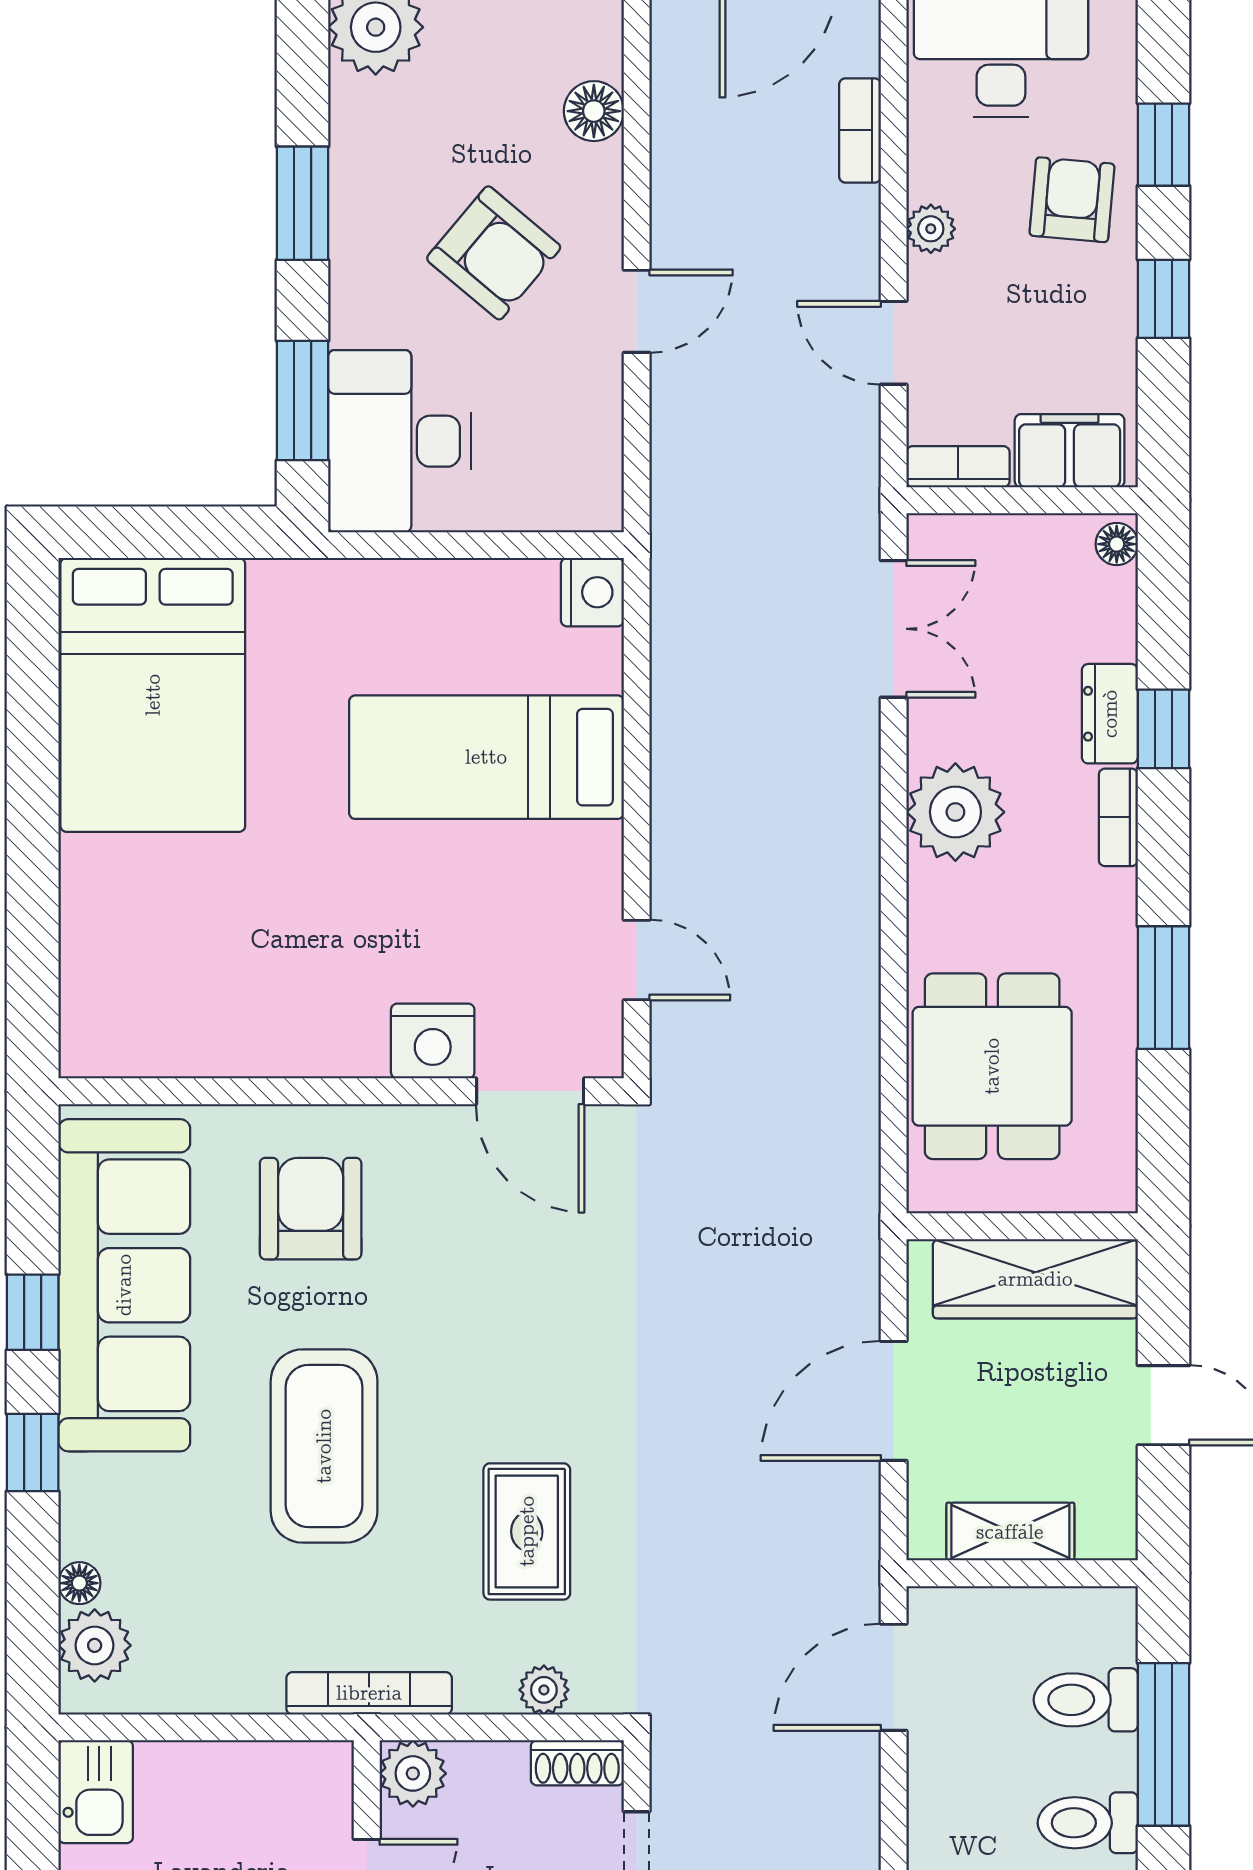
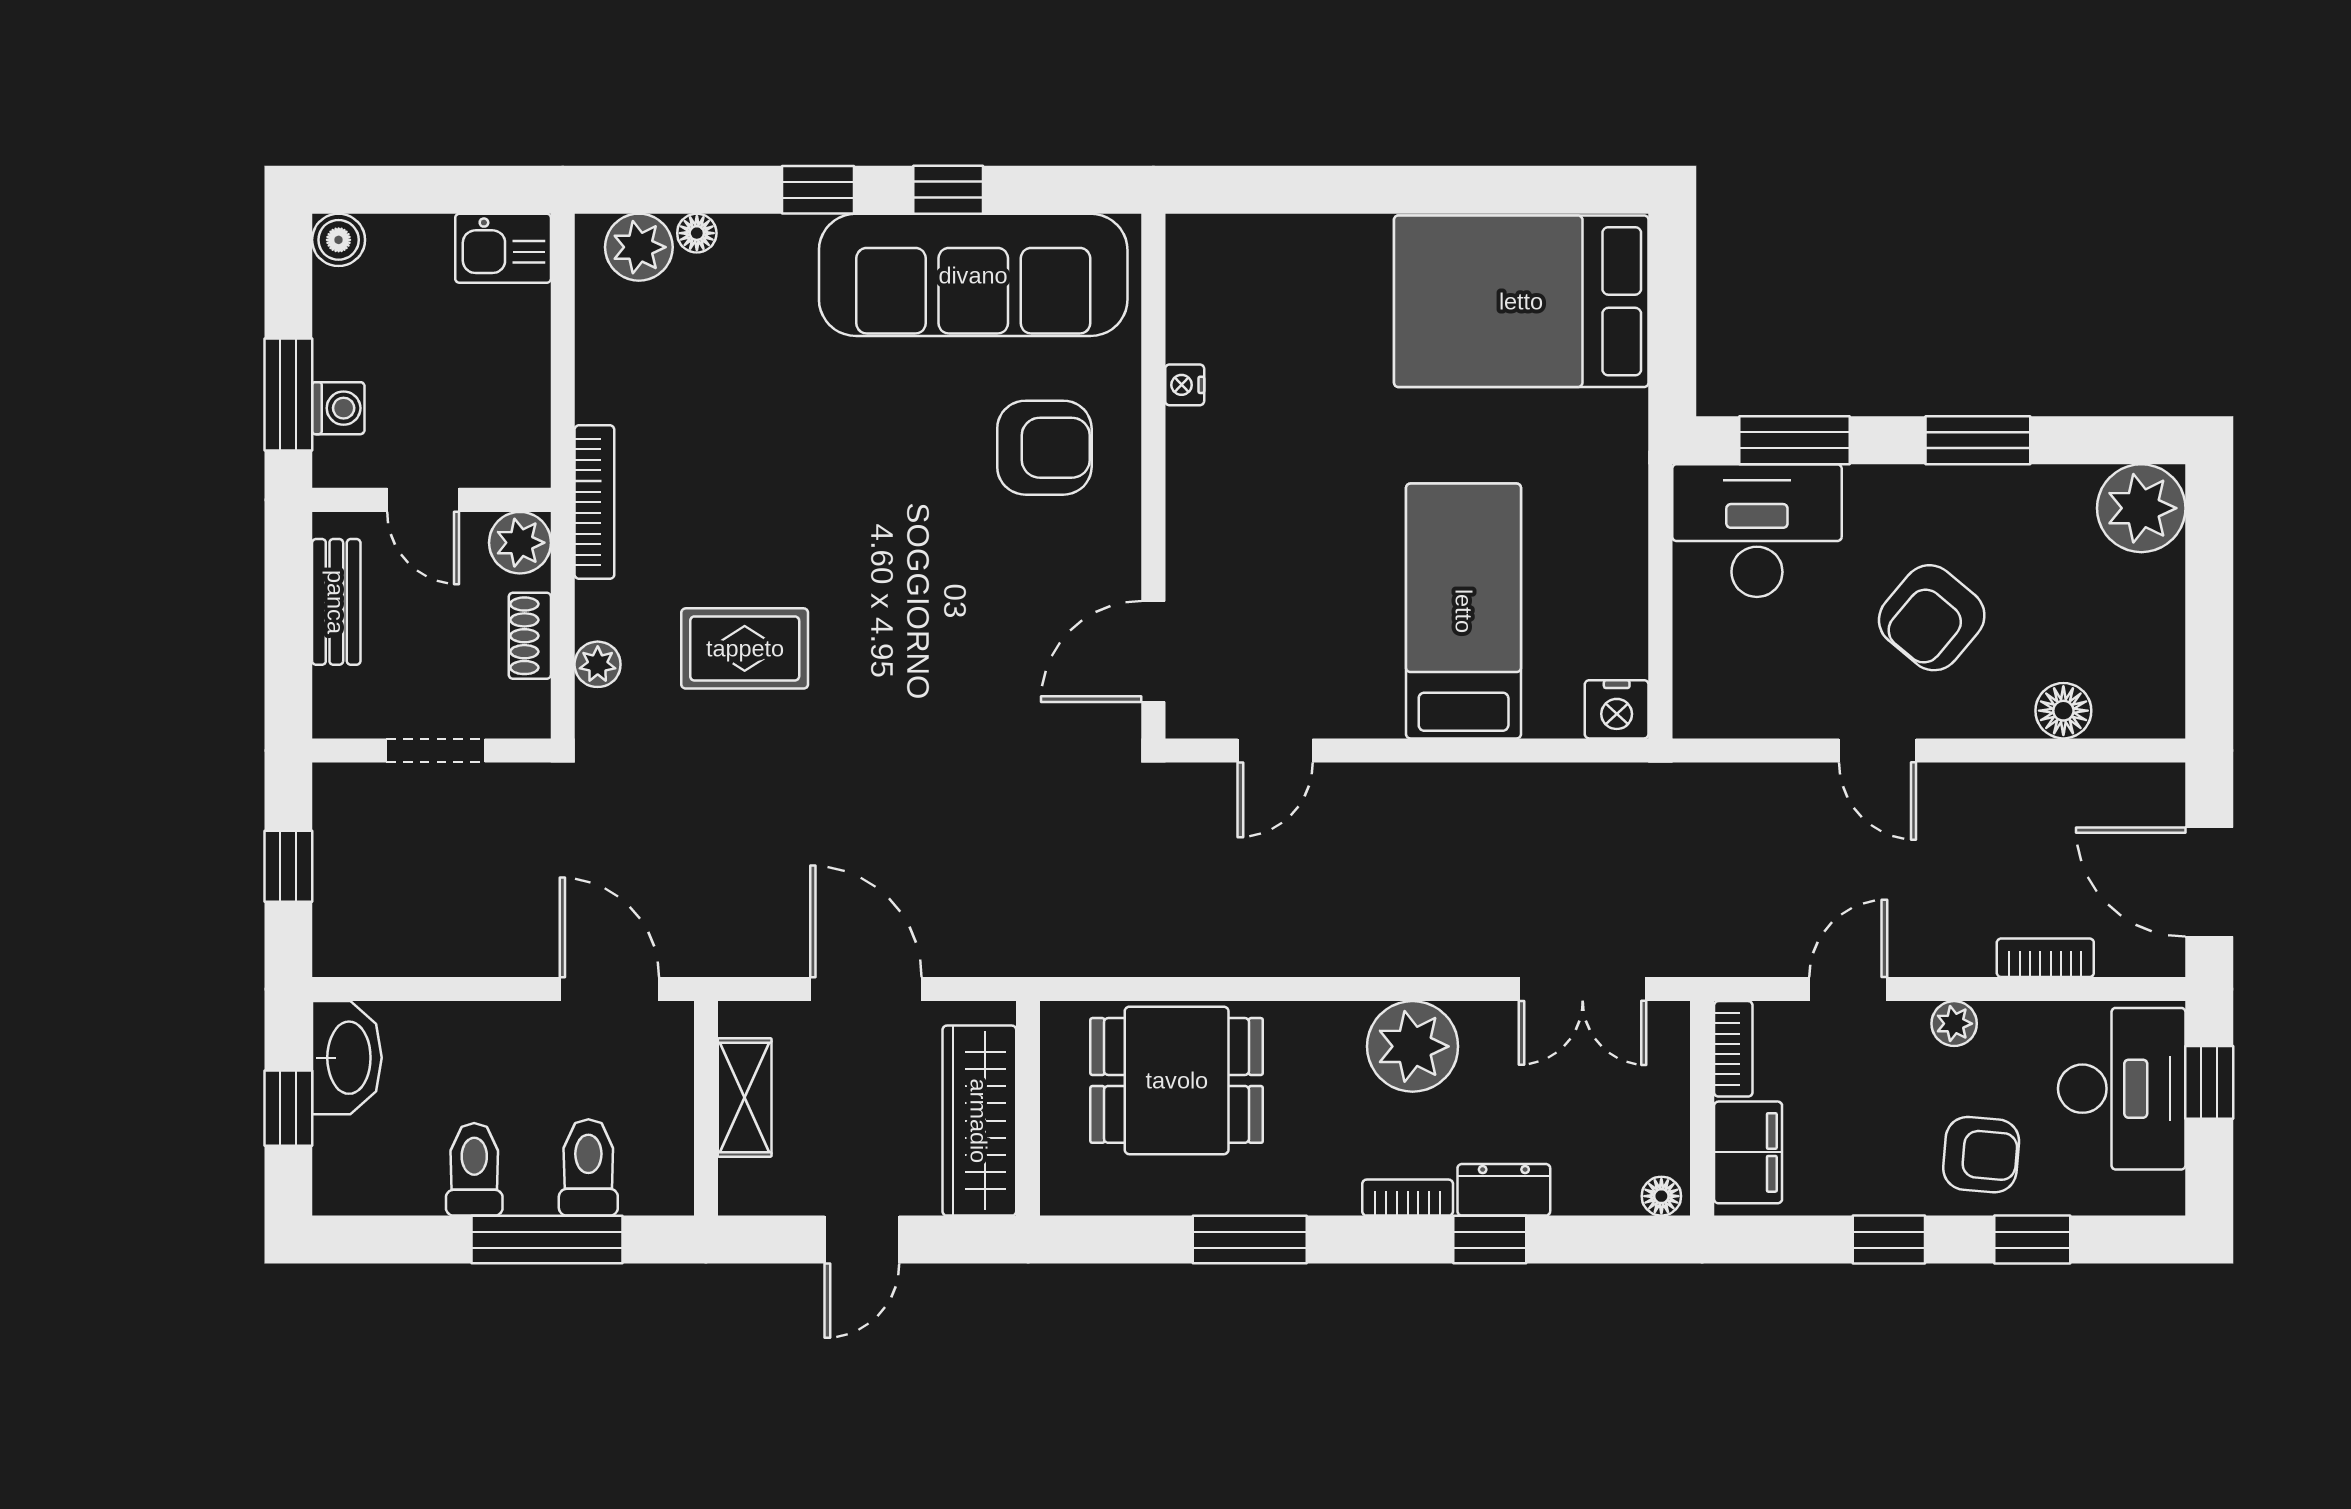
nightstand: (433, 1041) -> (1185, 385), moved, width x0.53, depth x0.56
coffee table: (324, 1446) -> (824, 460), removed
shoe rack: (577, 1763) -> (530, 636), moved

